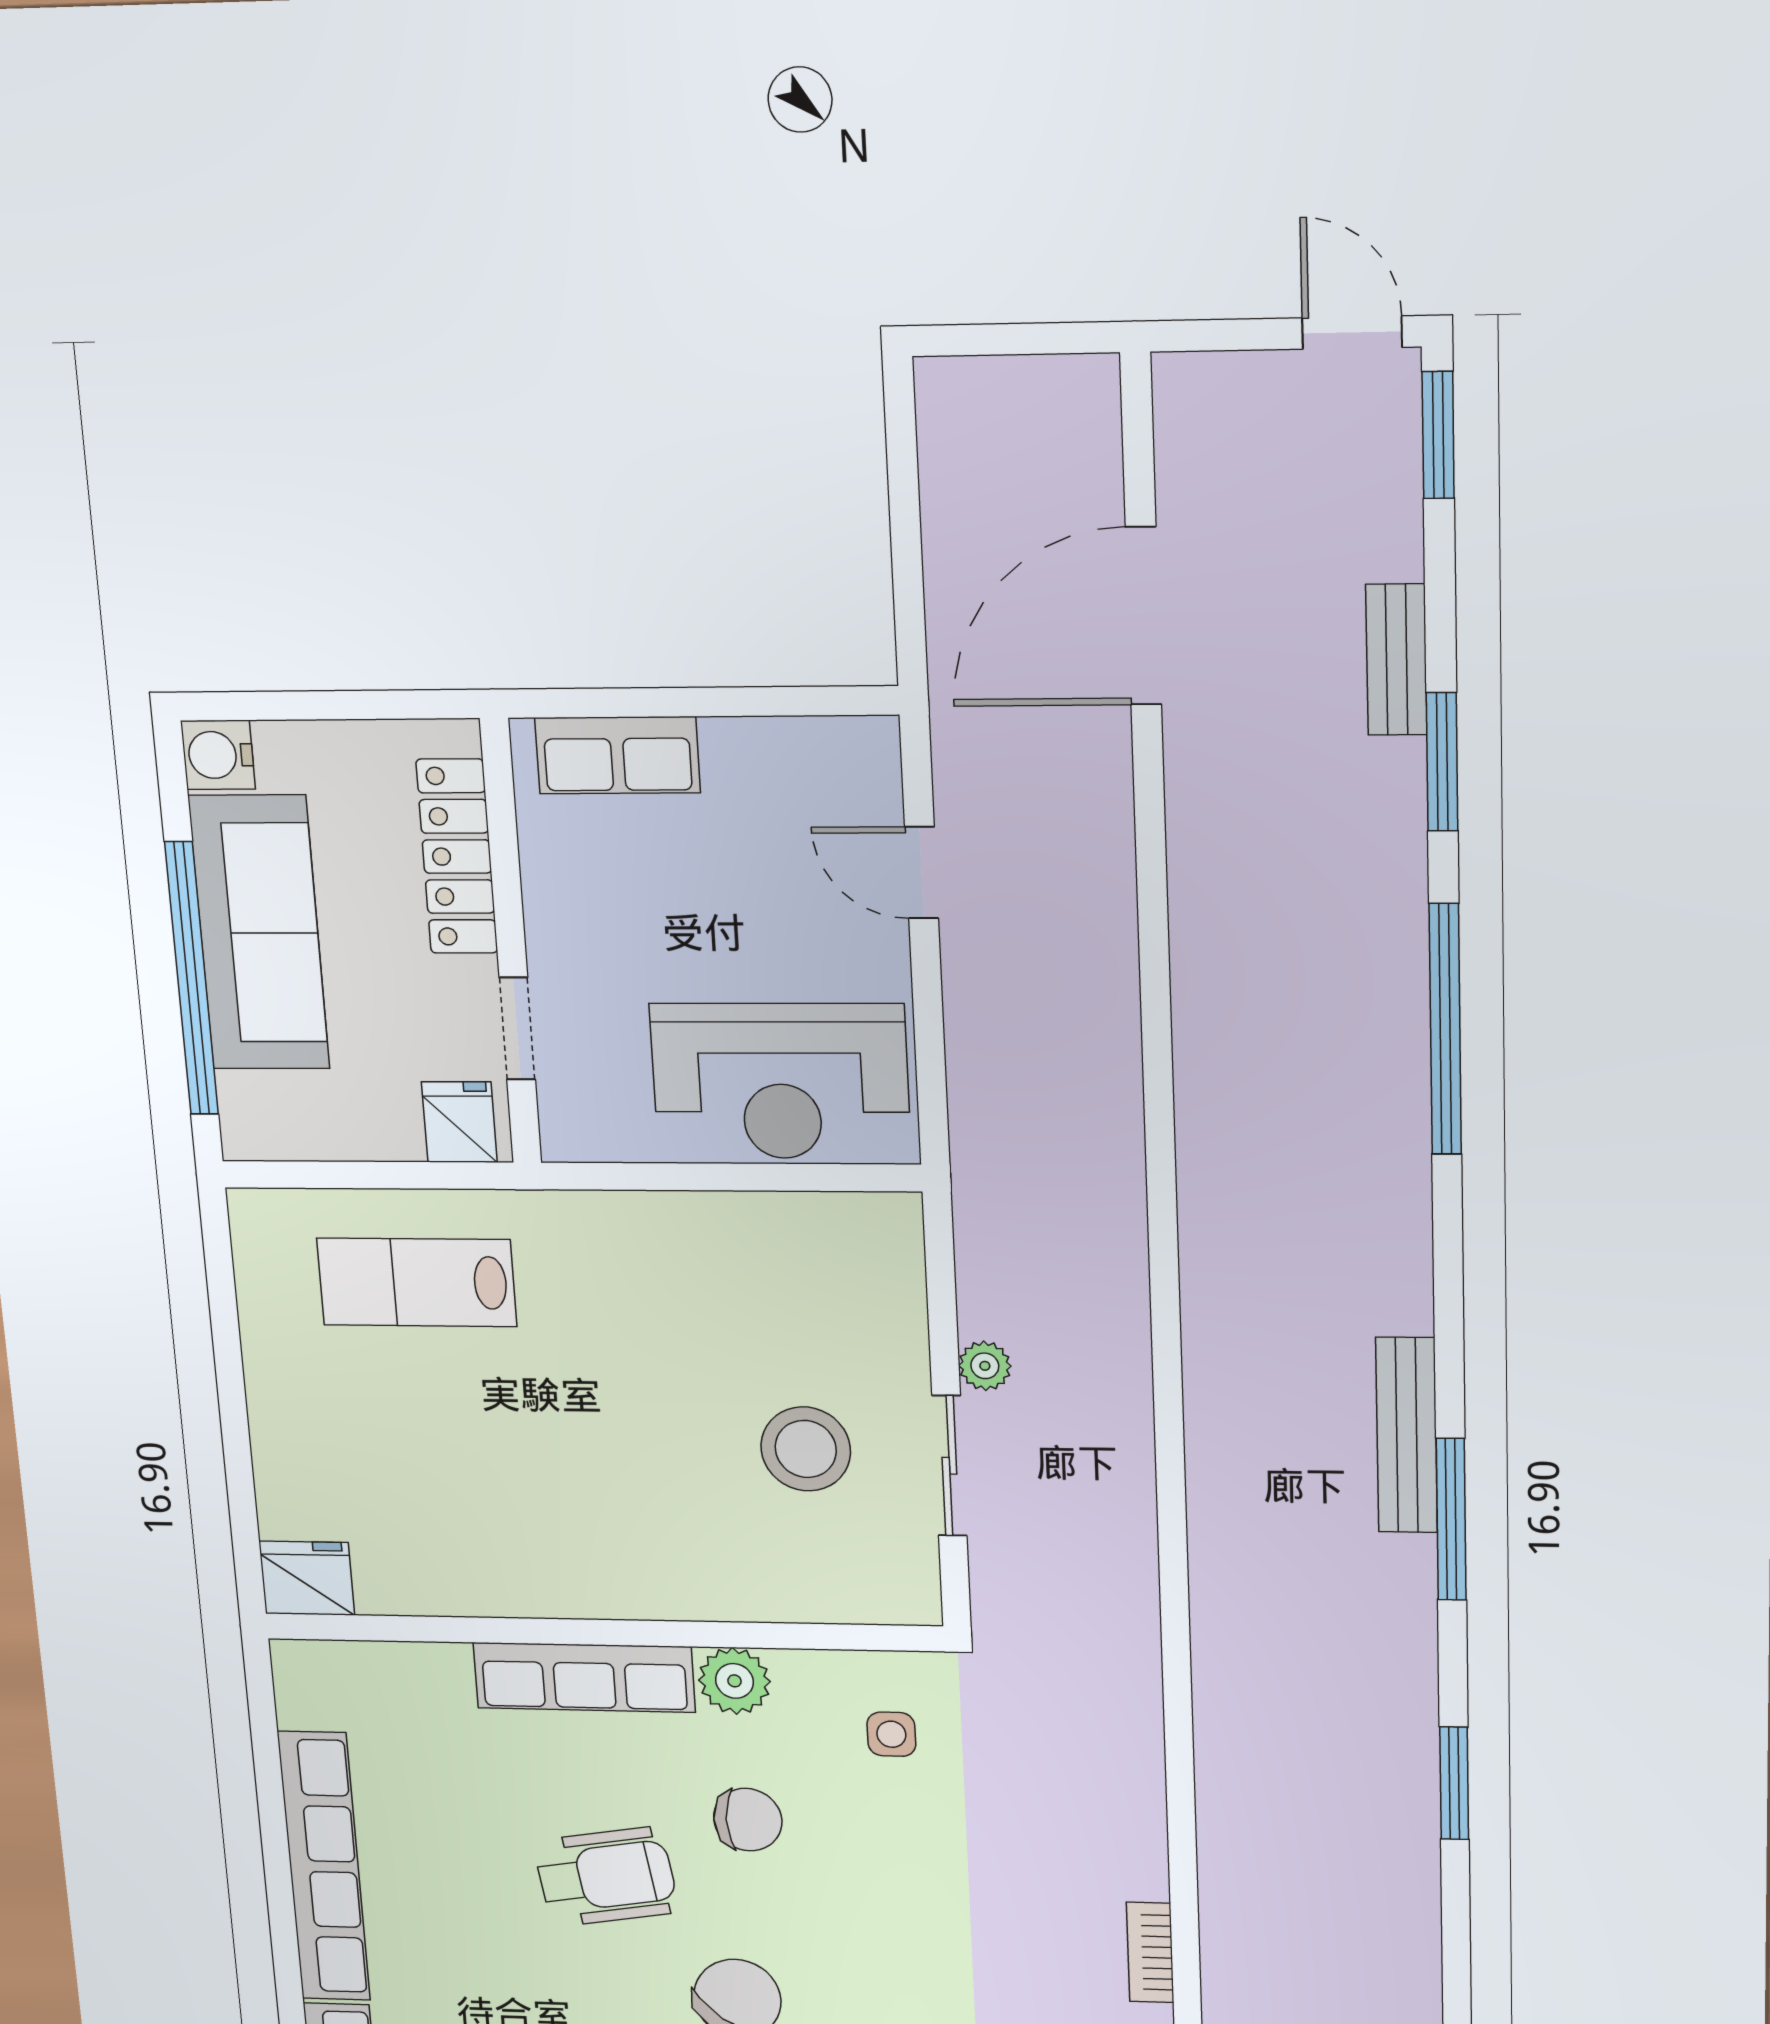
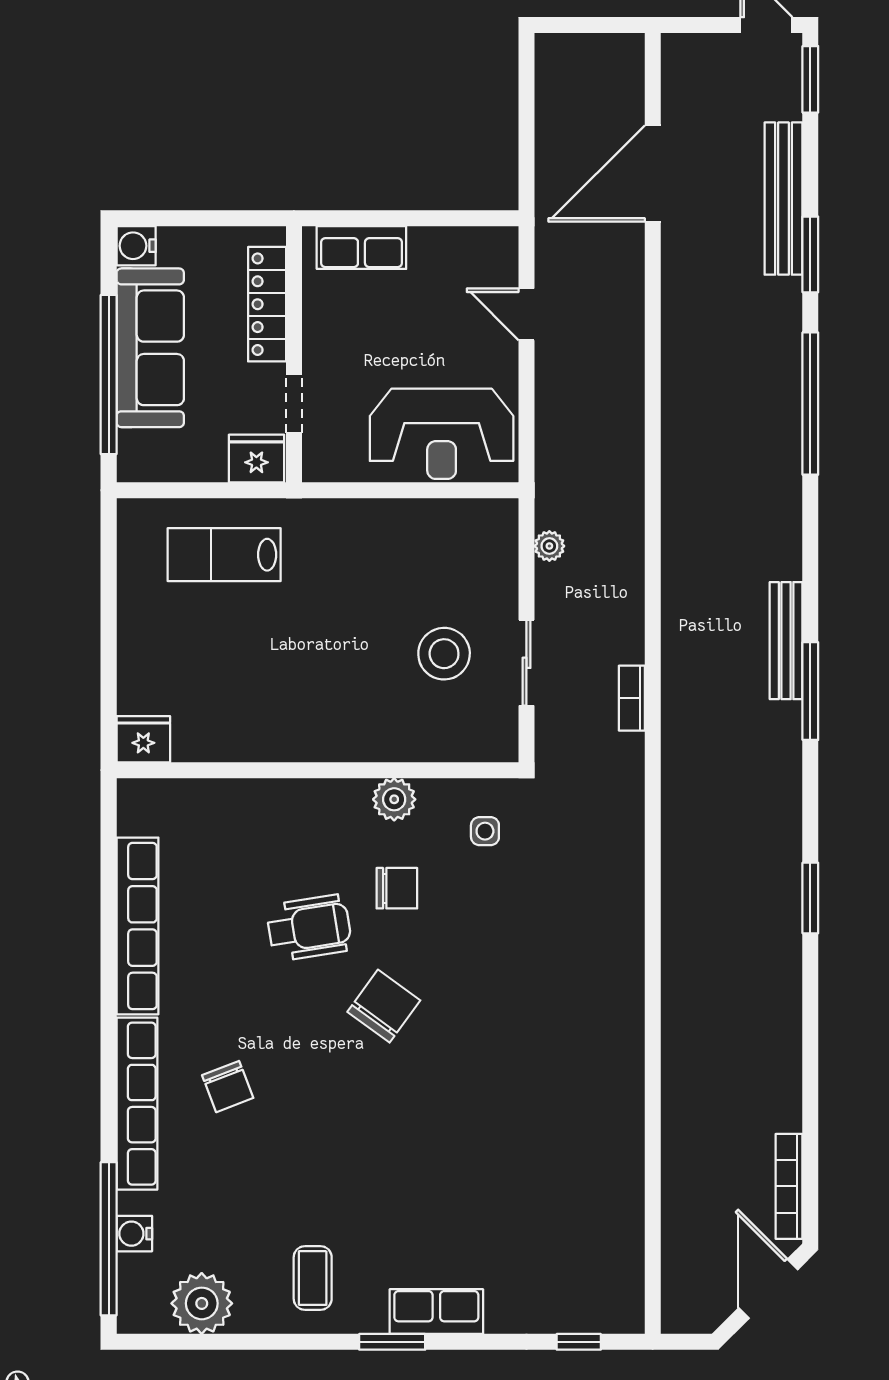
bench: (1396, 660) -> (784, 199), width x1.86, depth x1.21
fridge: (459, 1122) -> (256, 459), width x1.38
plant: (985, 1366) -> (549, 546), moved
row of seats: (584, 1677) -> (305, 799), removed
window: (1454, 1783) -> (810, 898), moved
bookcase: (1150, 1952) -> (632, 698), moved

